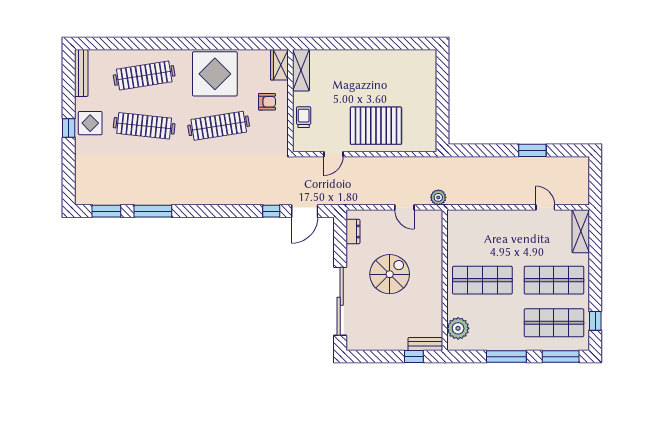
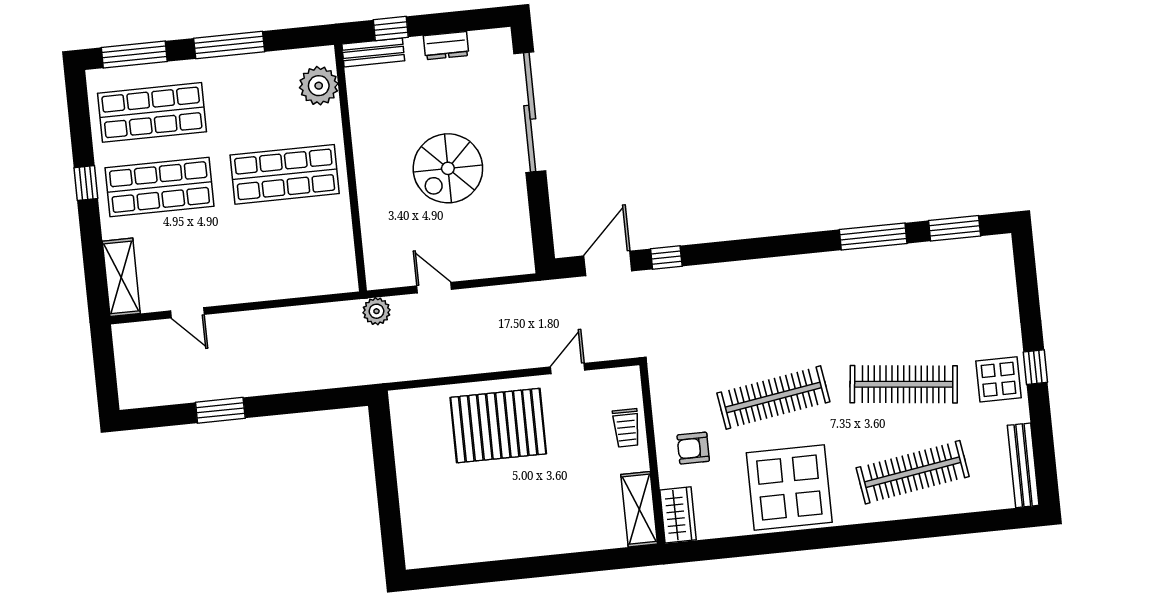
dresser: (353, 231) -> (446, 46), moved, turned -90
window: (595, 321) -> (86, 183), moved

